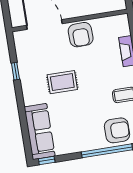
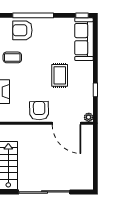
plant: (18, 36) -> (89, 117), added
rug: (62, 82) -> (60, 75), turned 90

